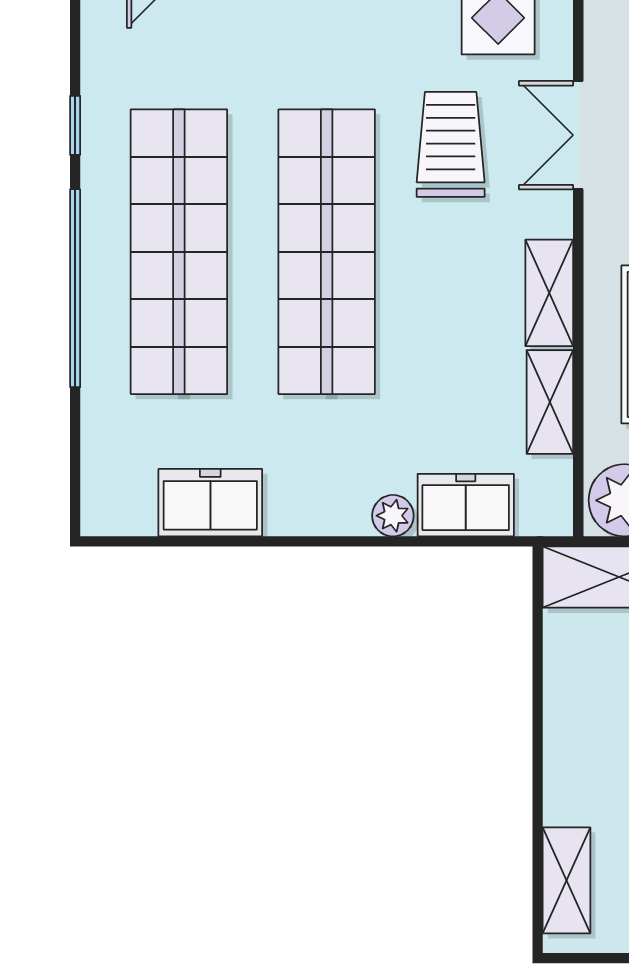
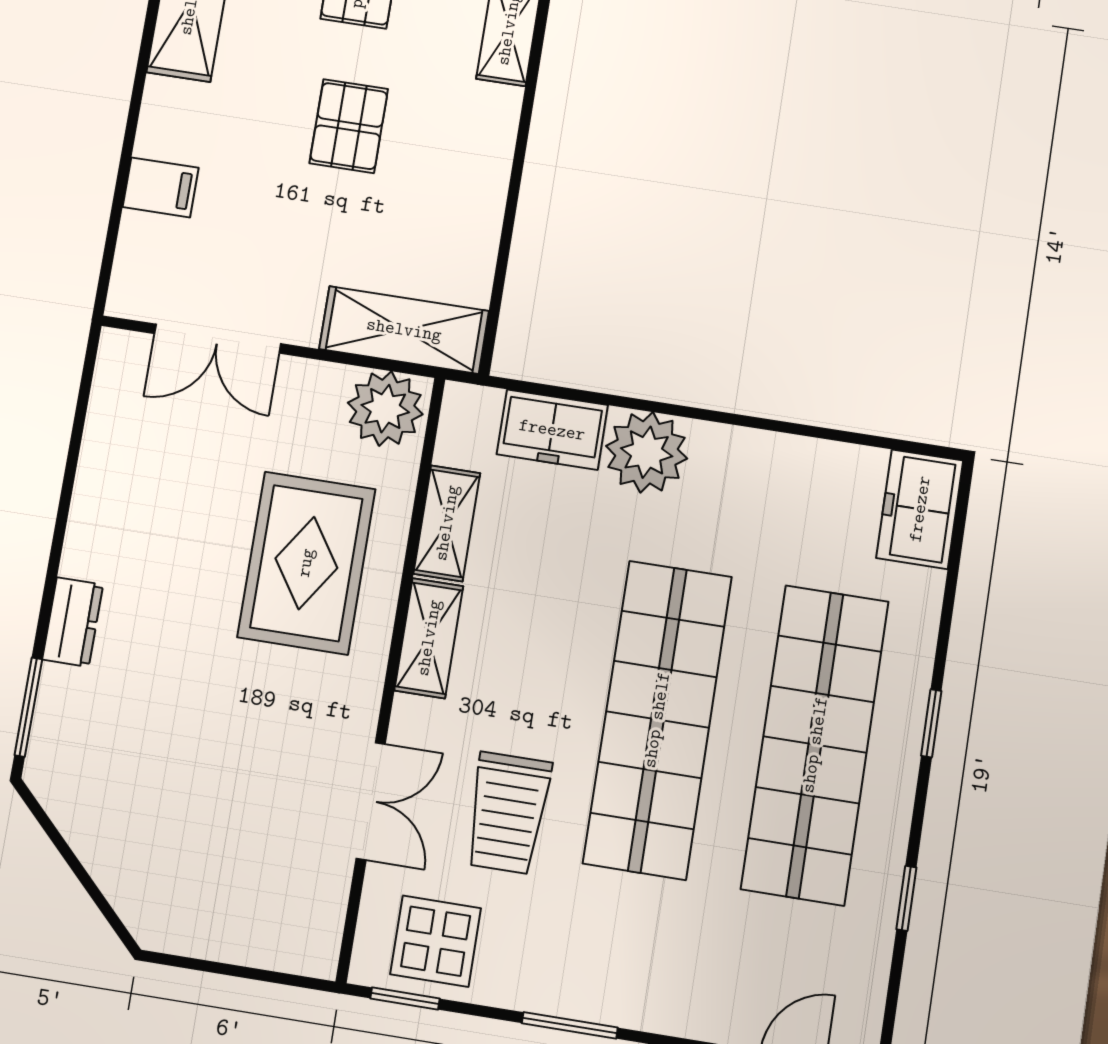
window: (75, 288) -> (931, 723), width x0.32
freezer: (210, 503) -> (920, 509), moved, turned 90
plant: (393, 516) -> (647, 452), width x1.87, depth x1.87

